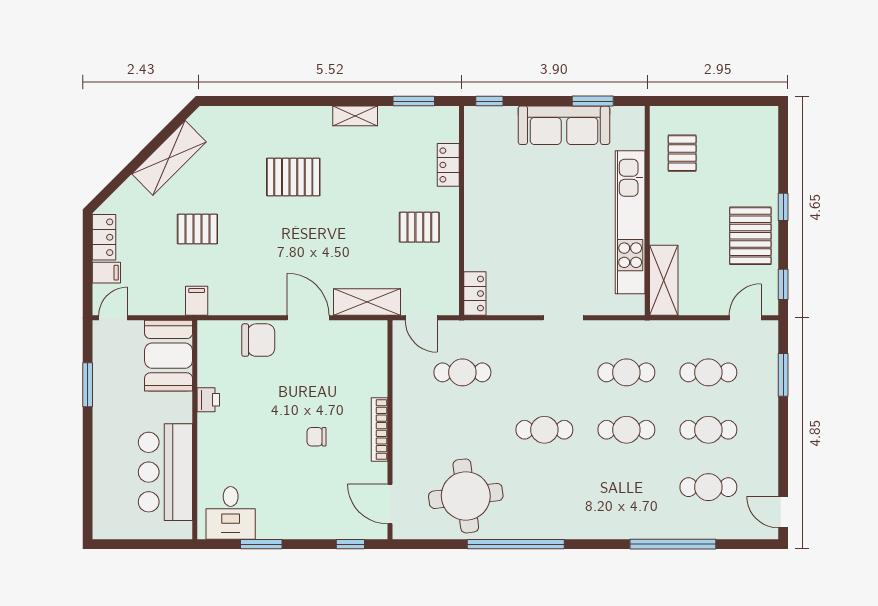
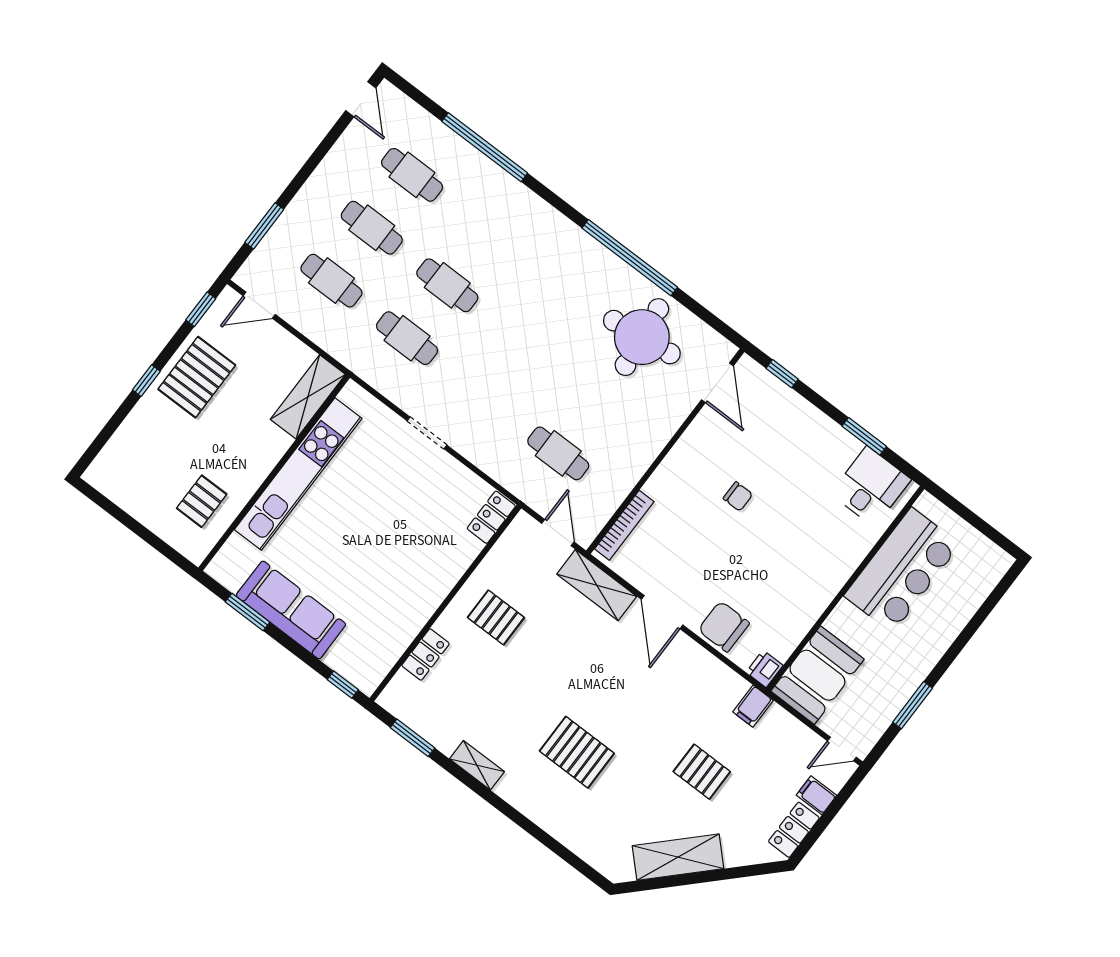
printer: (208, 400) -> (764, 669), moved
bookcase: (380, 430) -> (624, 525), moved
cafe table: (544, 430) -> (523, 343), removed

